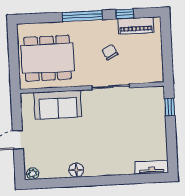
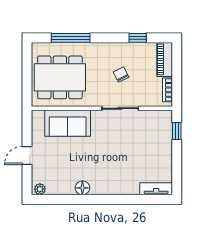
window: (82, 16) -> (71, 38), moved
piano: (136, 26) -> (165, 59), moved, turned 90
bookcase: (158, 66) -> (168, 90), added

